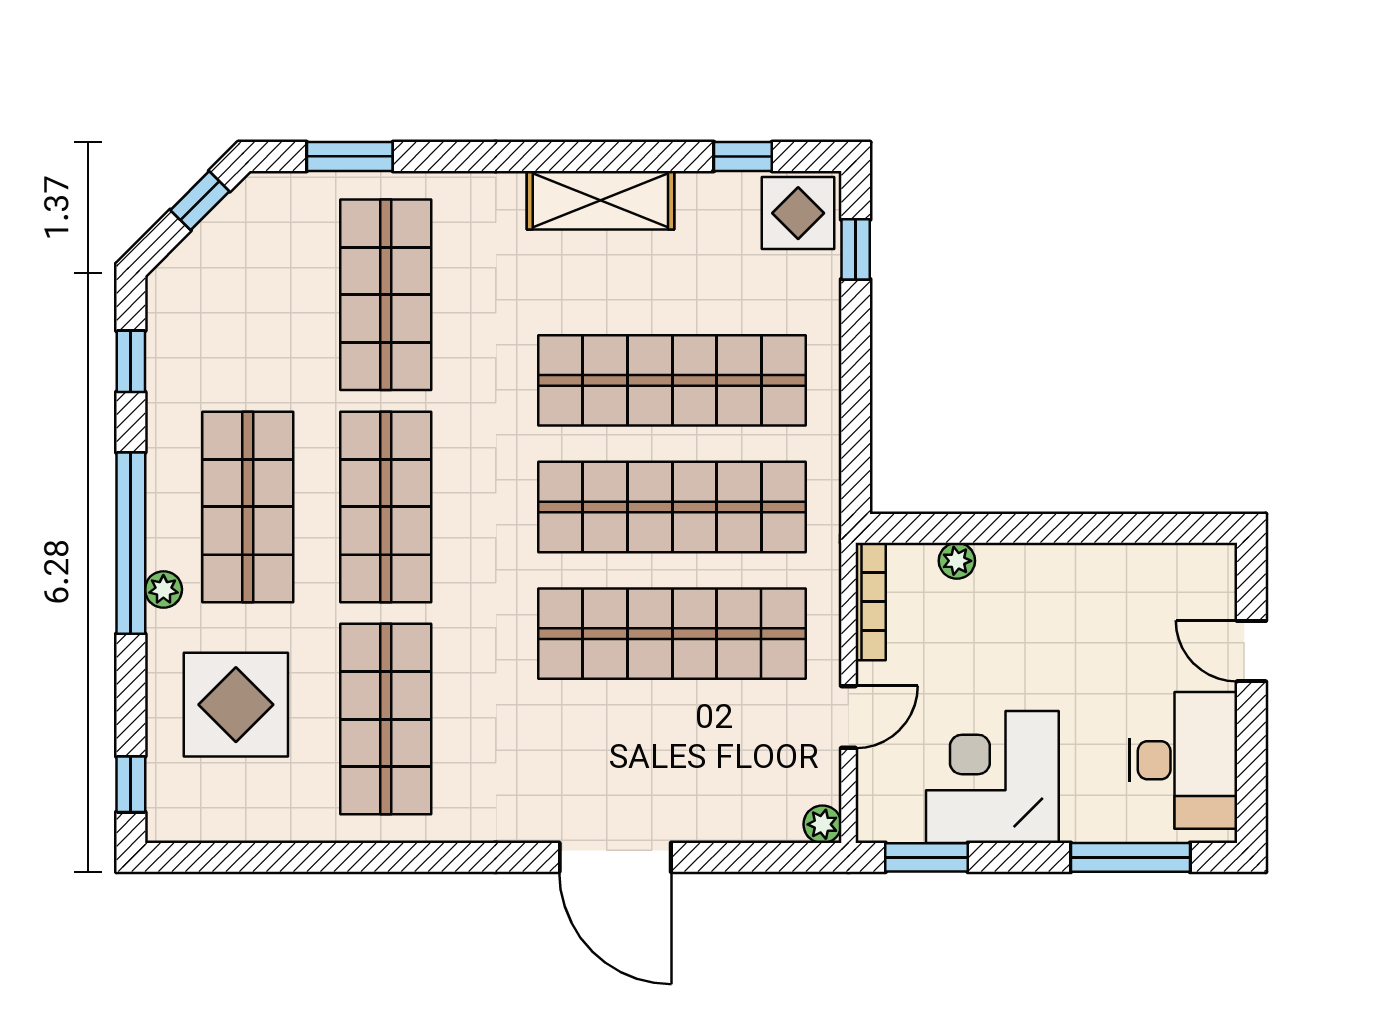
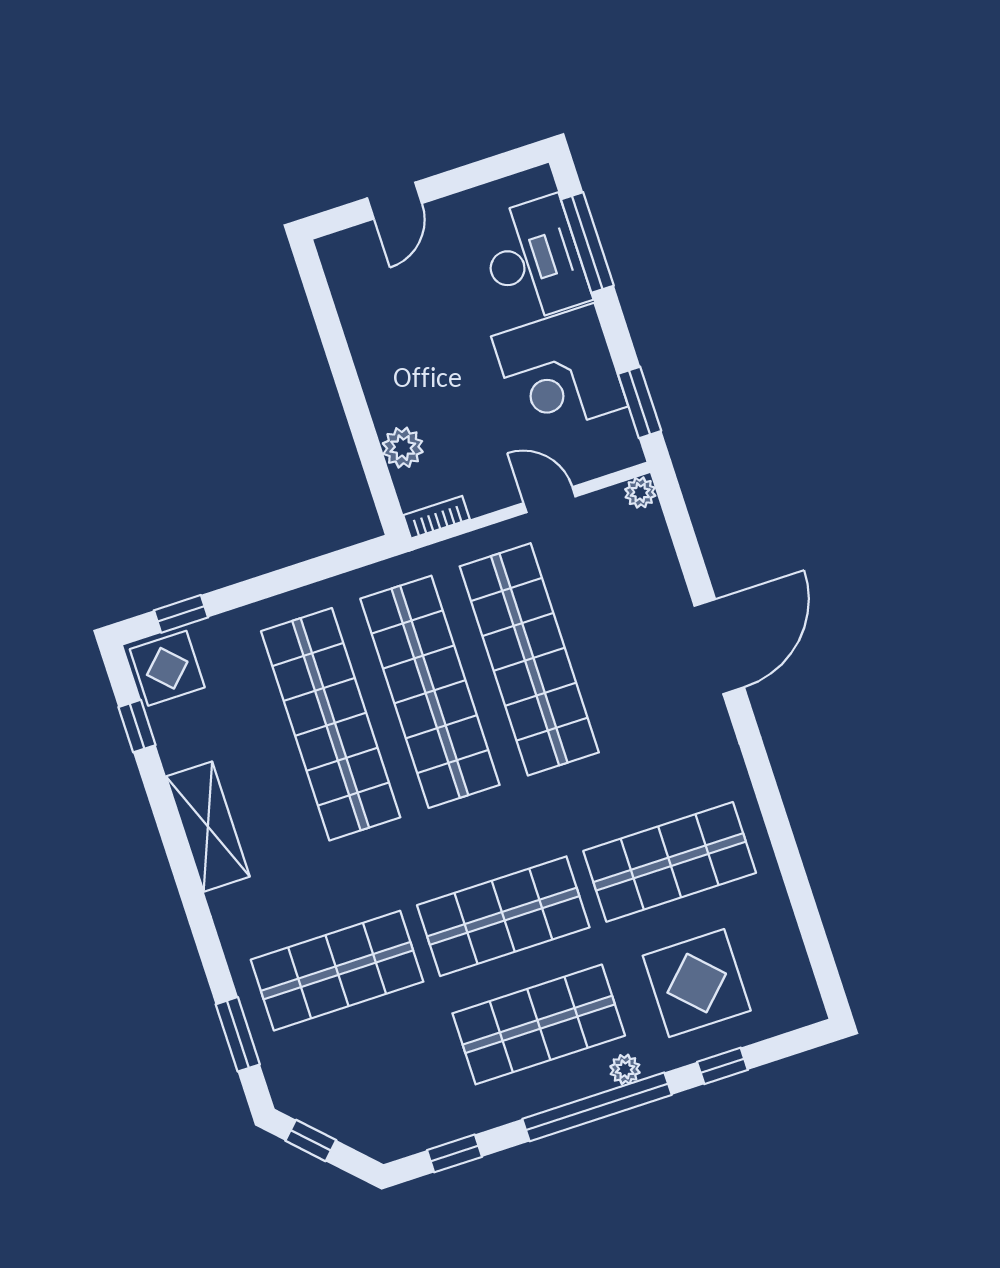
plant: (957, 561) -> (403, 448), width x1.38, depth x1.38
bookcase: (871, 601) -> (437, 517), width x0.64
desk: (1183, 760) -> (534, 260), moved, turned 90
window: (131, 784) -> (722, 1066), moved

